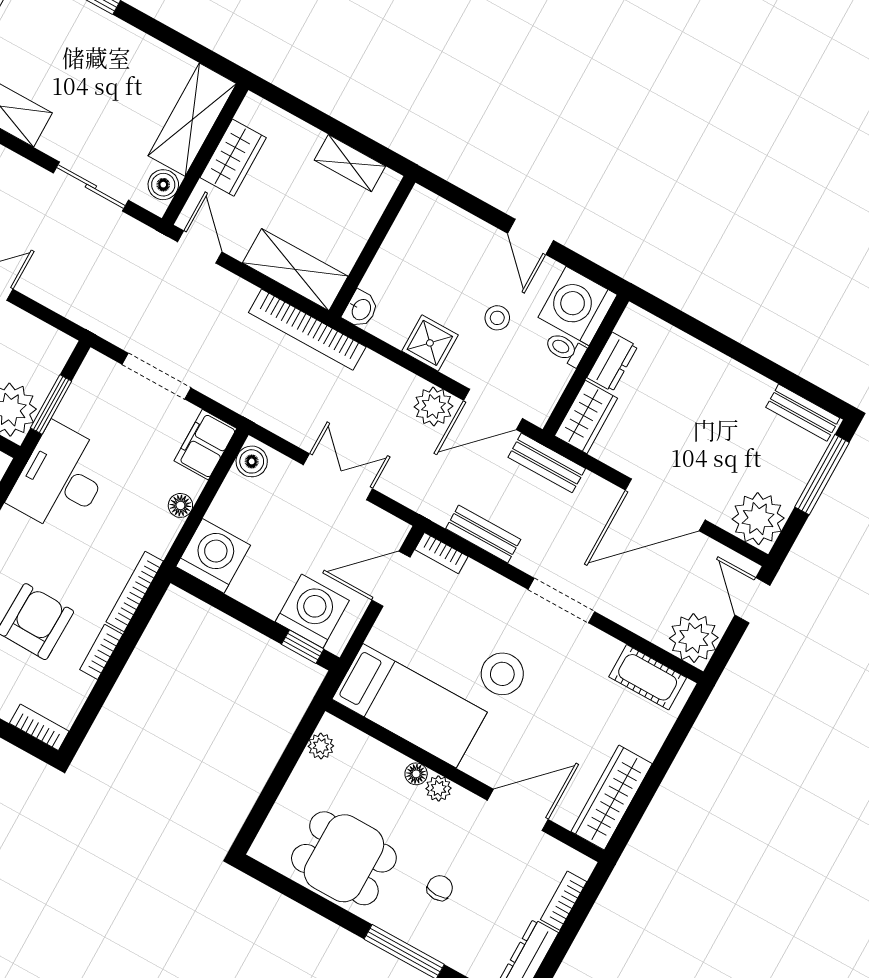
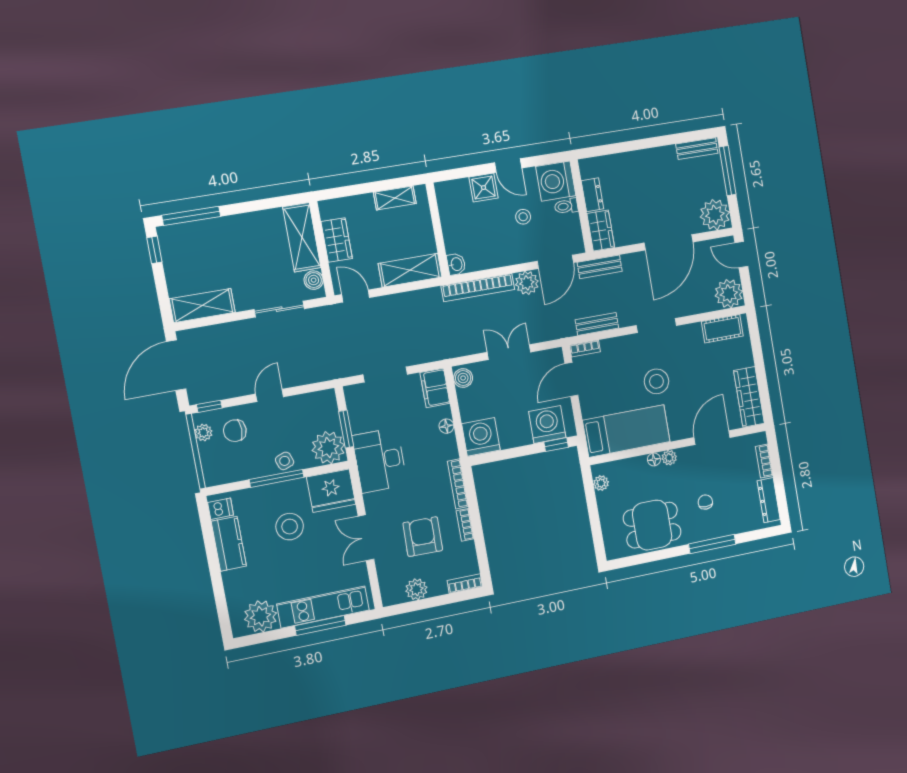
bookcase: (307, 330) -> (478, 288), moved
shower: (430, 343) -> (483, 188), moved

